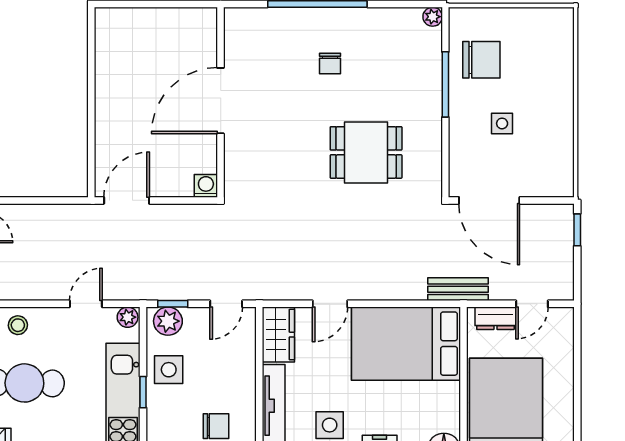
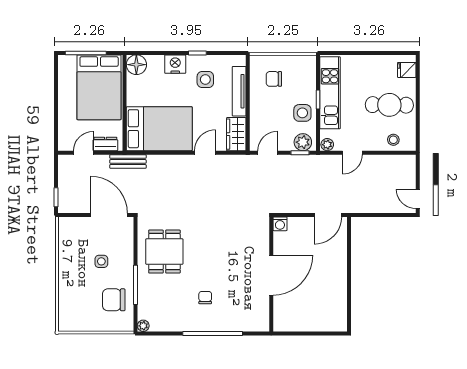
dining table: (366, 152) -> (164, 252), moved, turned 90

